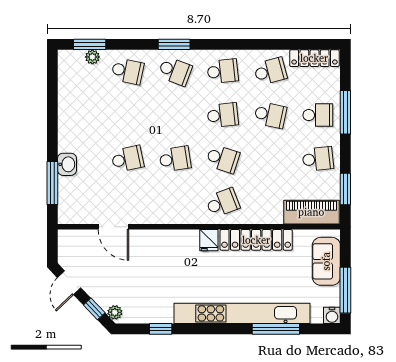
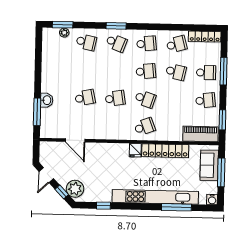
window: (345, 290) -> (221, 172), moved
plant: (115, 312) -> (75, 189), width x1.88, depth x1.88

